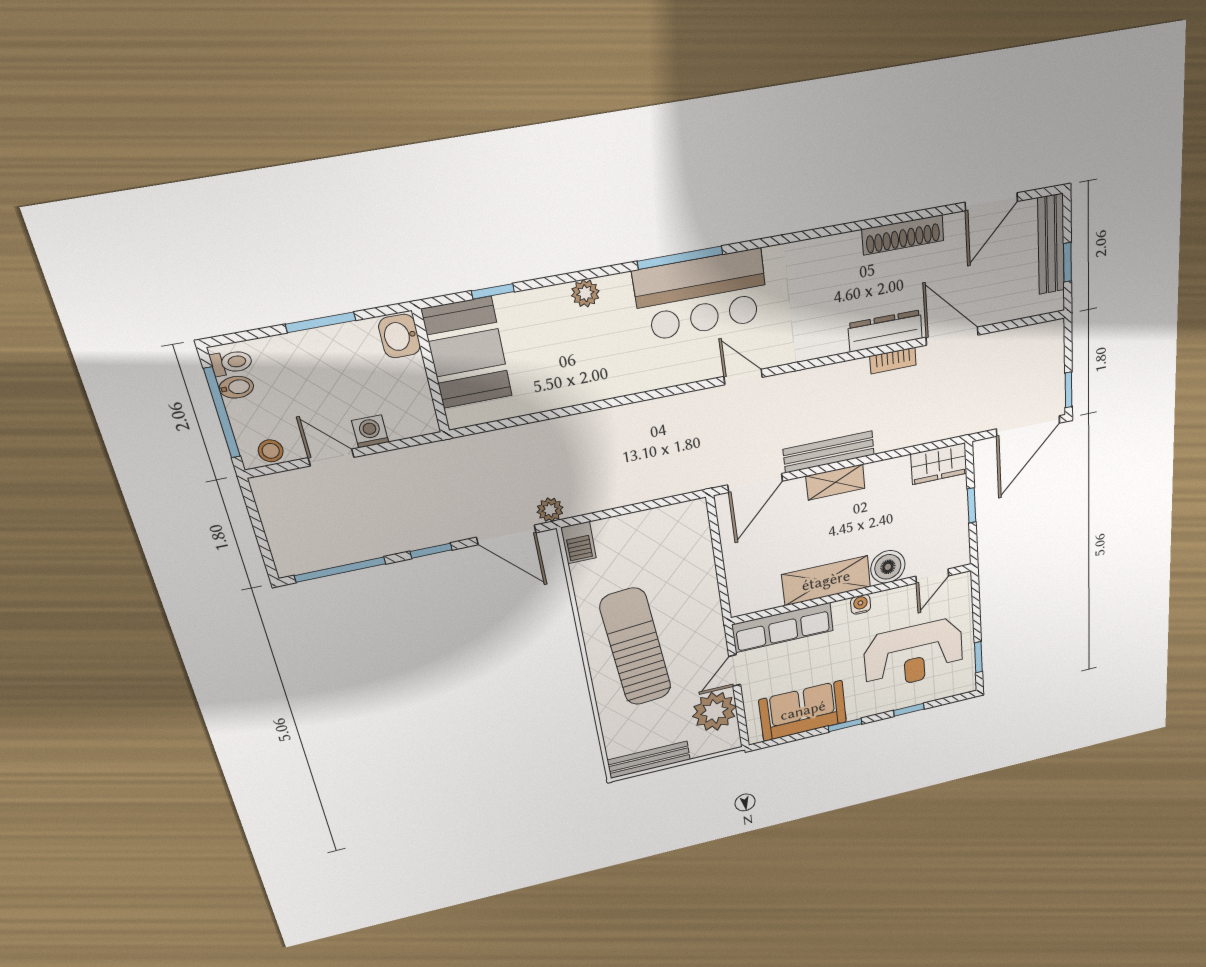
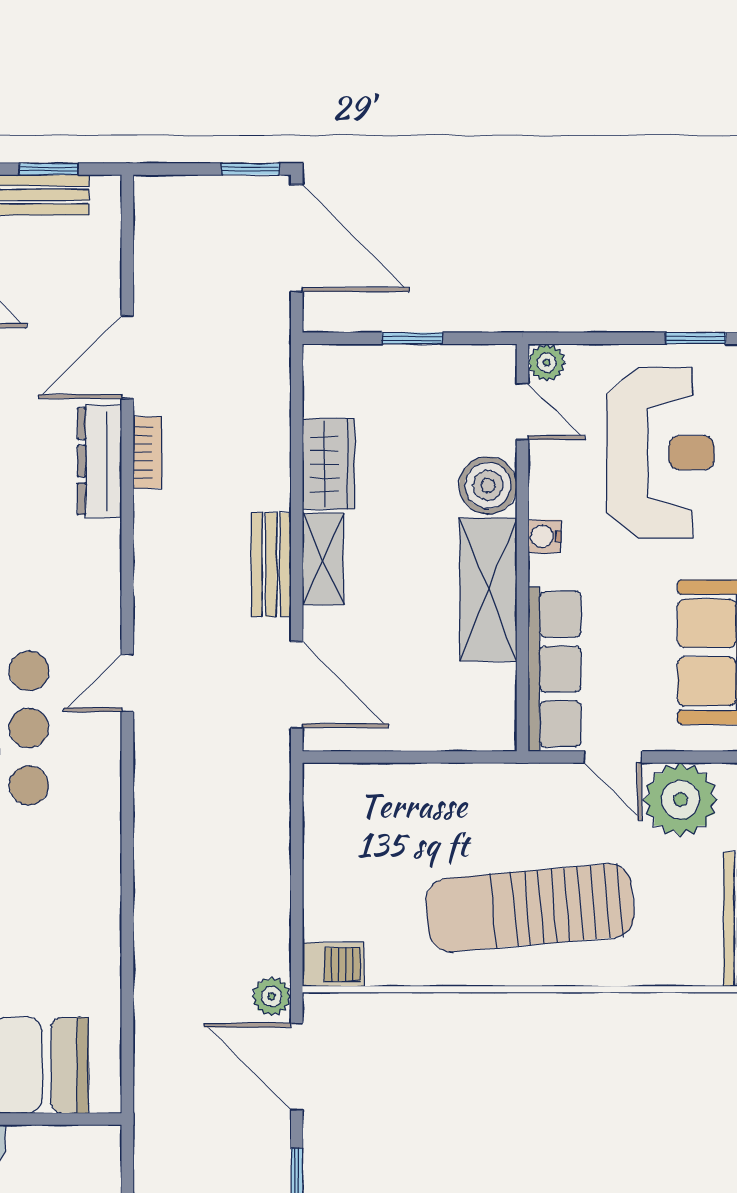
bench: (829, 452) -> (271, 565), width x0.73
wardrobe: (939, 464) -> (329, 464), moved
door: (506, 535) -> (297, 1067), swing flipped
plant: (961, 583) -> (547, 363), added

